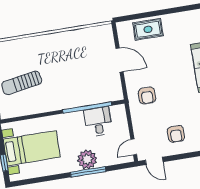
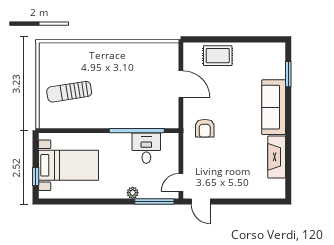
armchair: (176, 134) -> (230, 176), removed
plant: (87, 159) -> (133, 193), width x0.53, depth x0.53
window: (88, 172) -> (154, 201), moved

